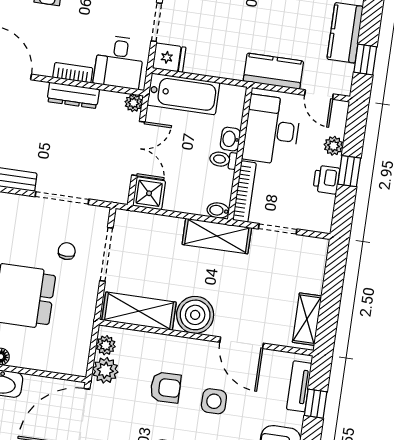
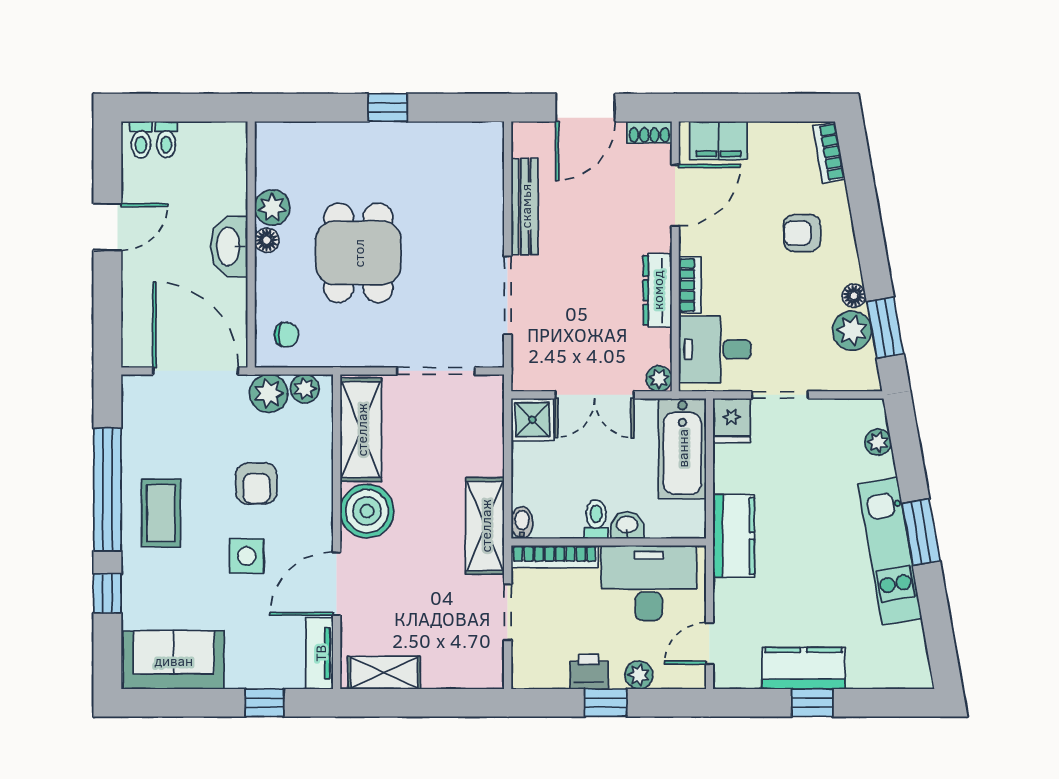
window: (365, 60) -> (812, 703), moved
kitchen counter: (273, 71) -> (734, 536), moved
chair: (67, 251) -> (286, 335), moved
tv unit: (299, 386) -> (320, 653), moved, turned -90

